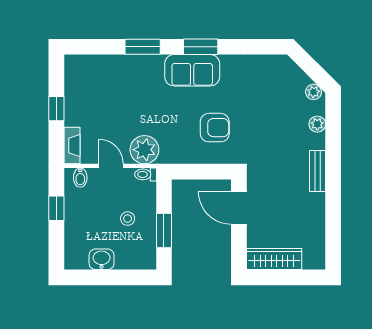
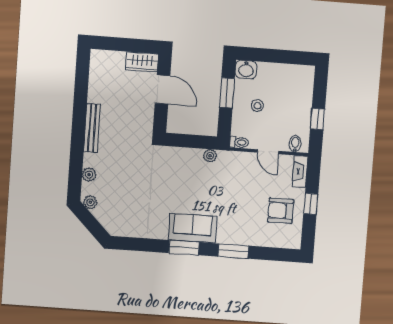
armchair: (215, 128) -> (281, 211), moved
plant: (144, 150) -> (210, 156), moved, width x0.53, depth x0.53
bench: (318, 171) -> (92, 128), width x1.36
door: (239, 208) -> (163, 89), moved
washbasin: (102, 259) -> (246, 70), moved
wardrobe: (274, 259) -> (142, 62), width x0.67

